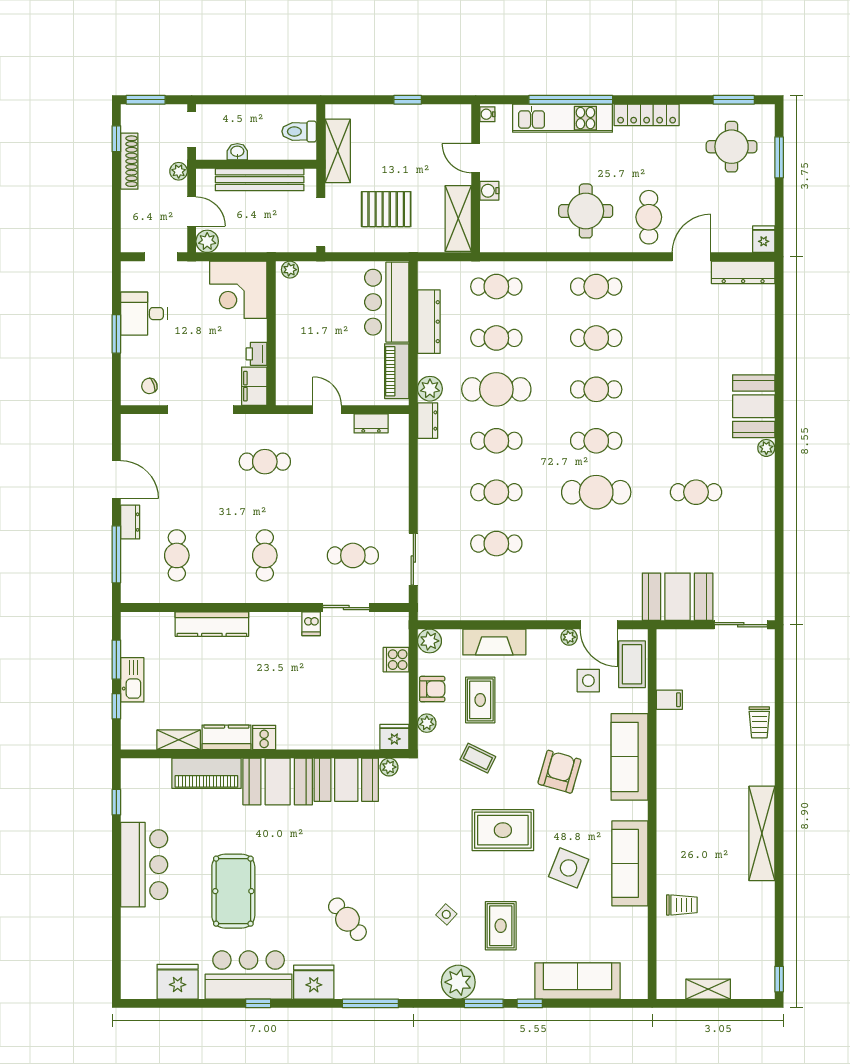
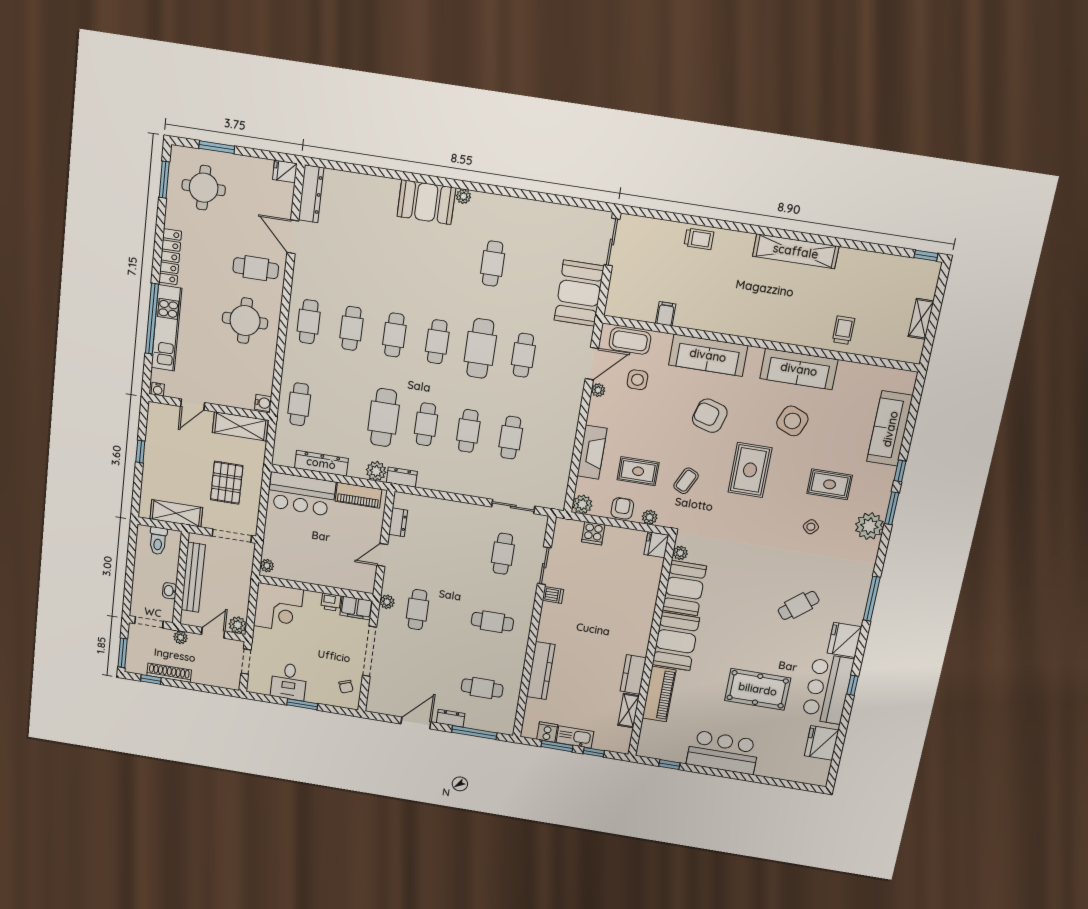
water cooler: (489, 191) -> (263, 403), moved, turned -90
cafe table: (496, 338) -> (523, 355), moved
plant: (268, 423) -> (387, 602), added
cooker: (264, 737) -> (547, 732), moved, turned 90

